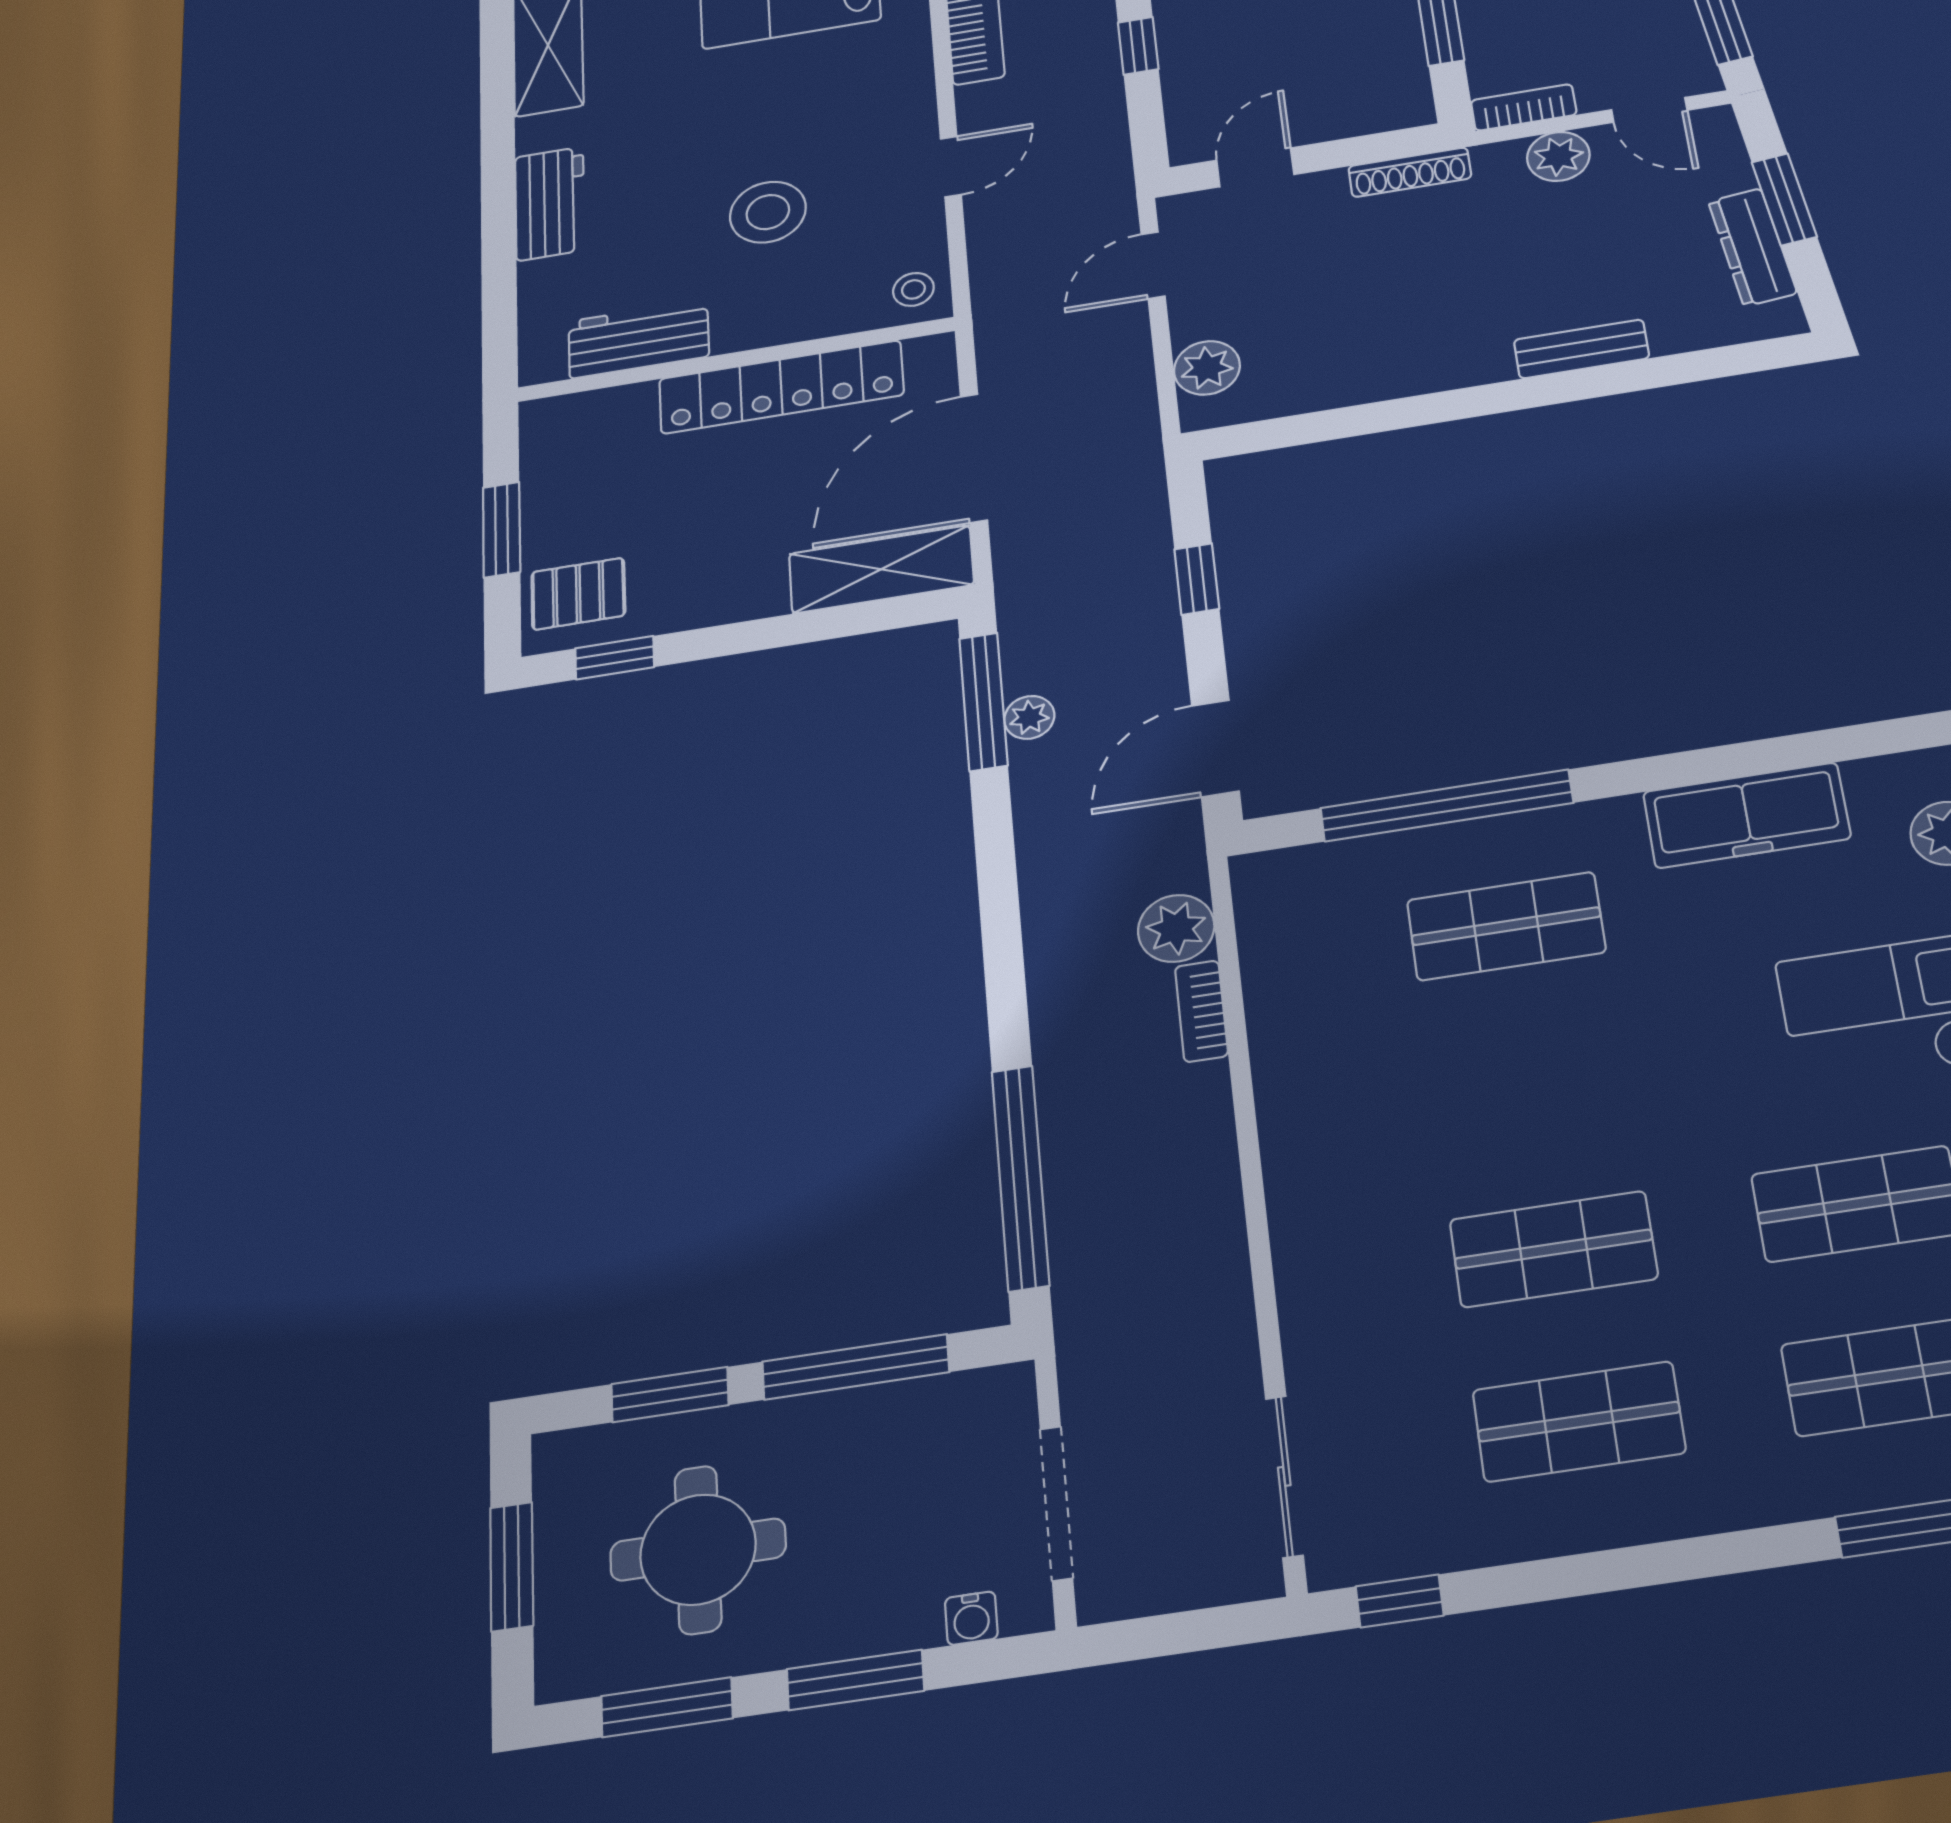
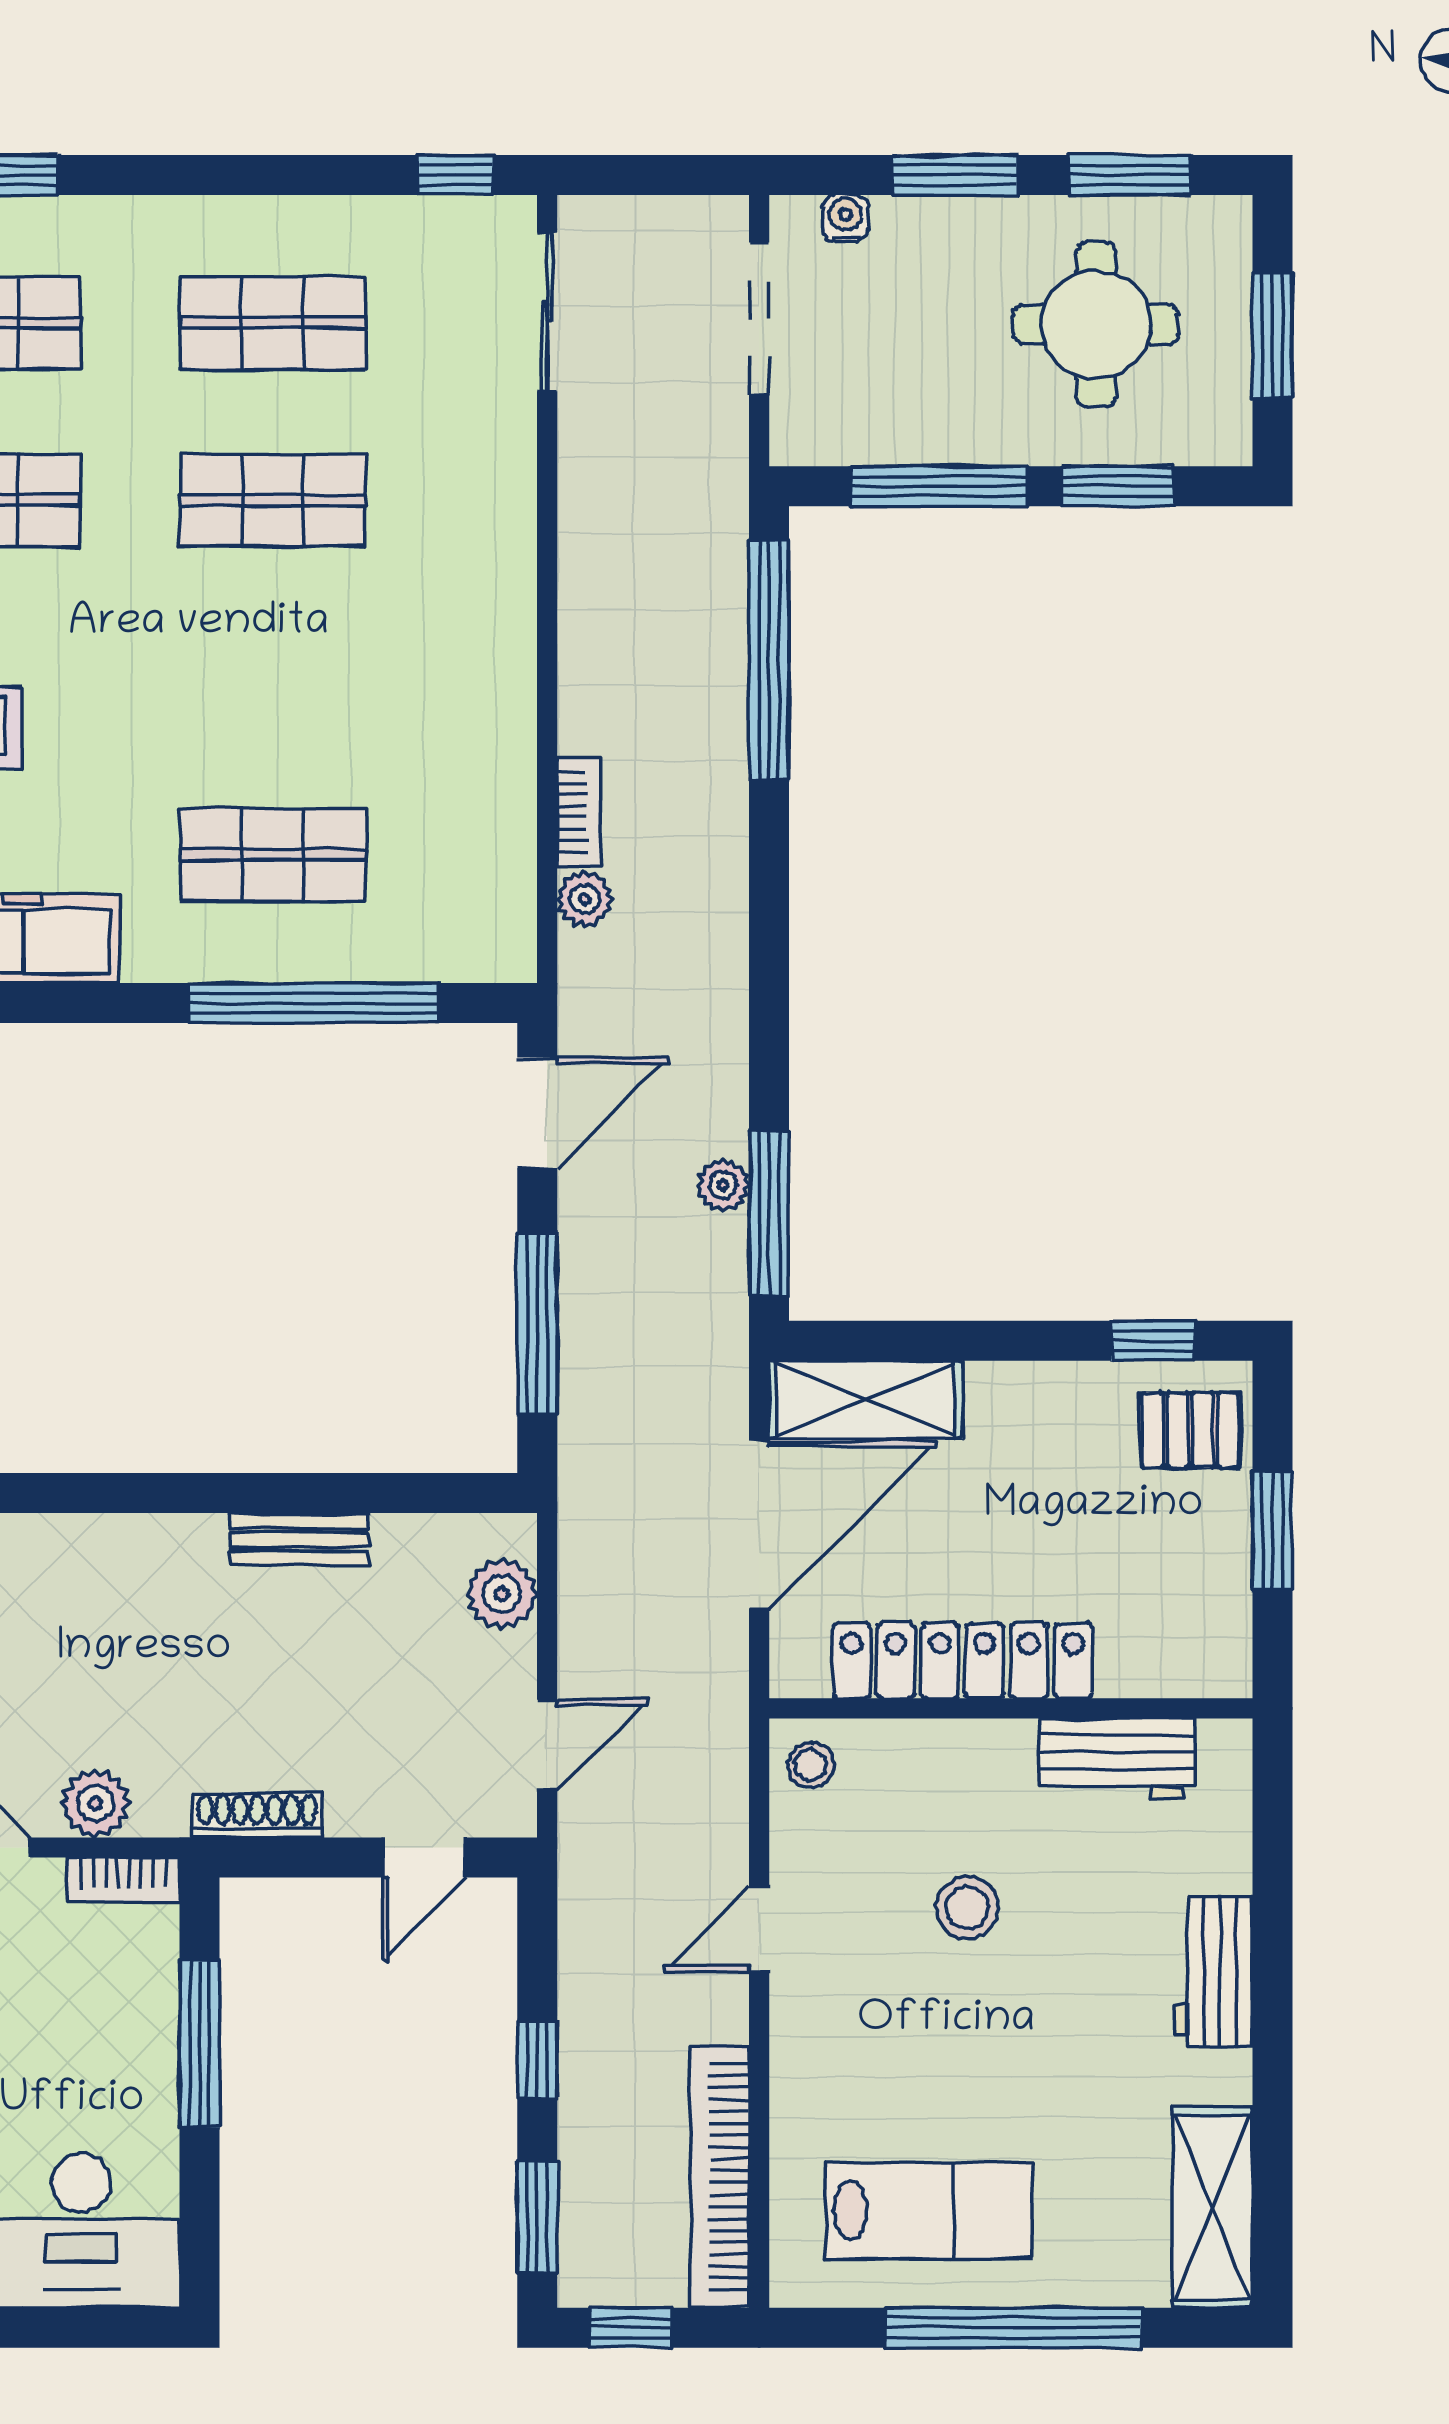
stool: (768, 212) -> (967, 1907), width x0.73, depth x0.73
bench: (1581, 349) -> (299, 1539), moved
window: (1197, 579) -> (537, 1324), width x2.17
plant: (1176, 928) -> (585, 899), width x0.73, depth x0.73

